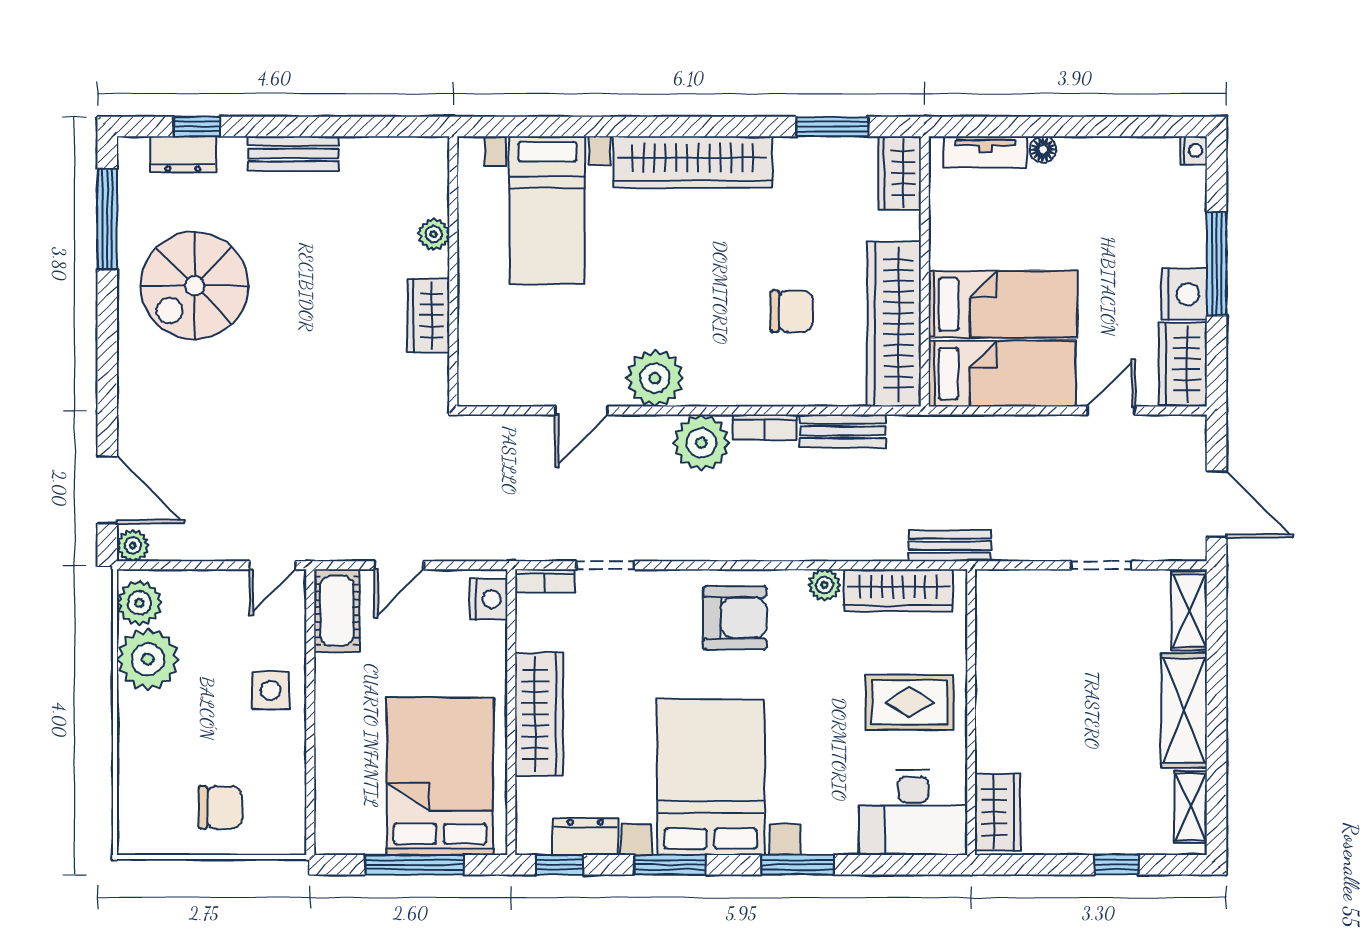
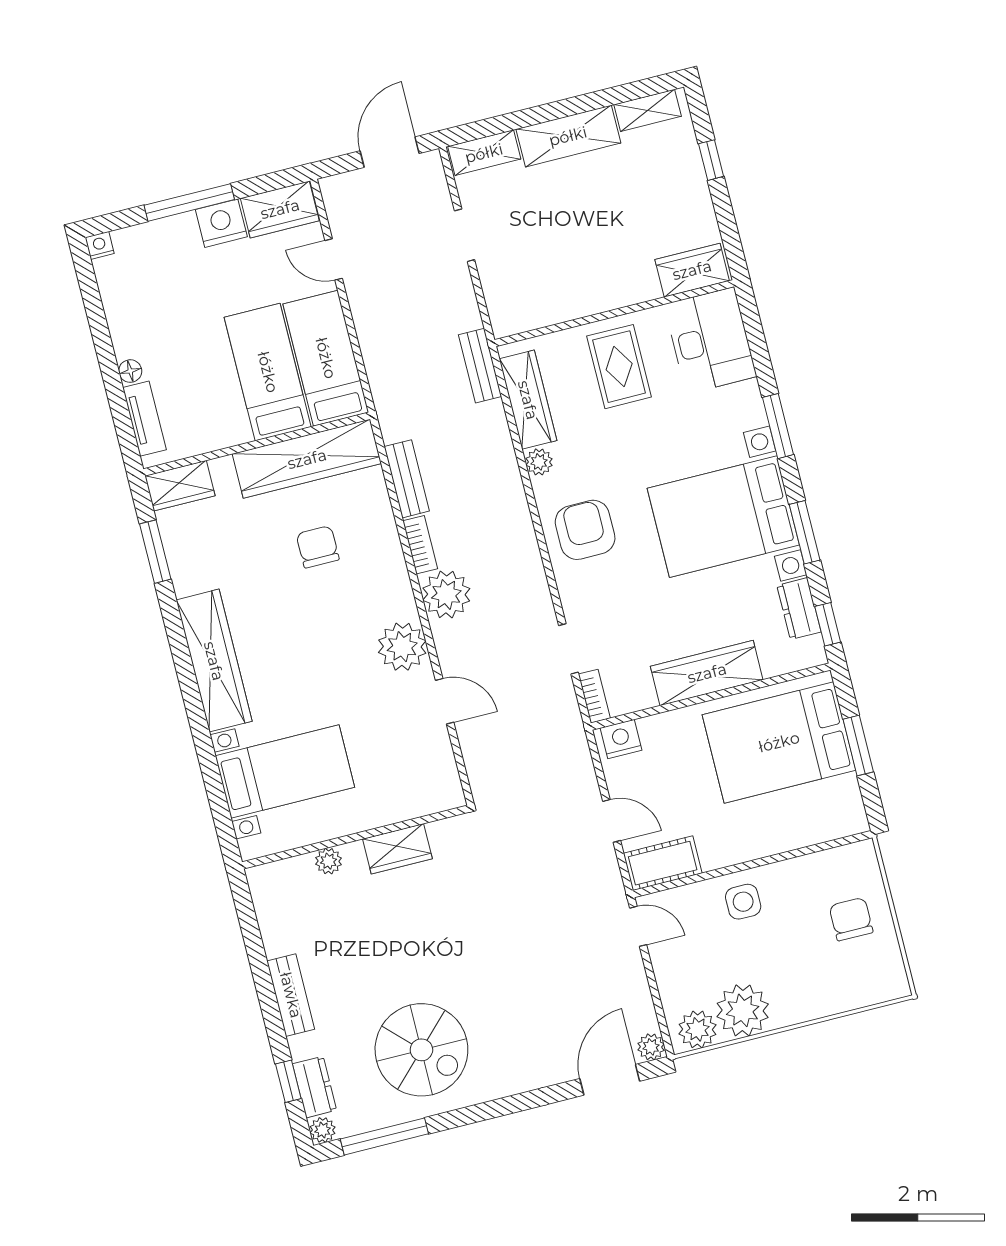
plant: (132, 151) -> (323, 1130), added
window: (414, 865) -> (858, 746), width x0.69

